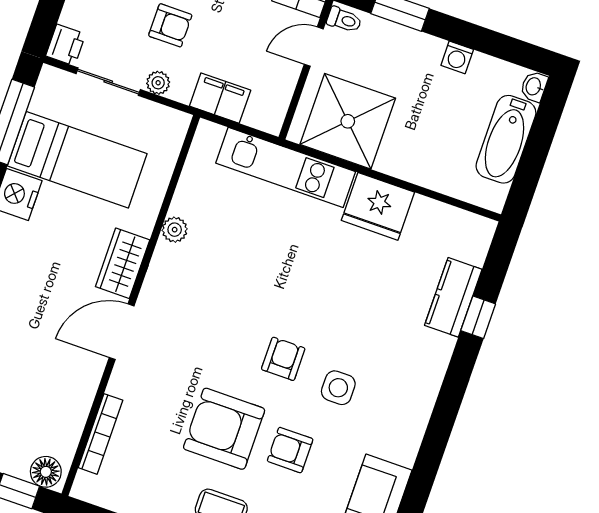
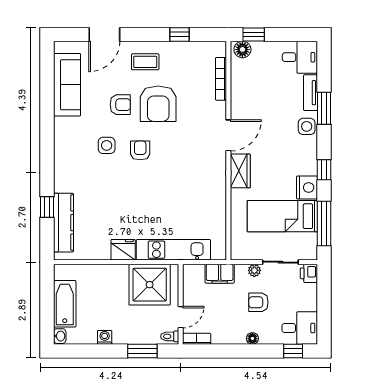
fridge: (378, 206) -> (123, 250), width x0.73, depth x0.75
plant: (175, 230) -> (219, 198), removed
kitchen counter: (453, 297) -> (64, 223), width x1.50
armchair: (283, 359) -> (140, 150), turned 180
armchair: (224, 429) -> (158, 104), turned 90

